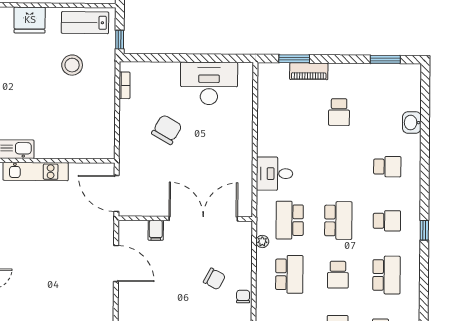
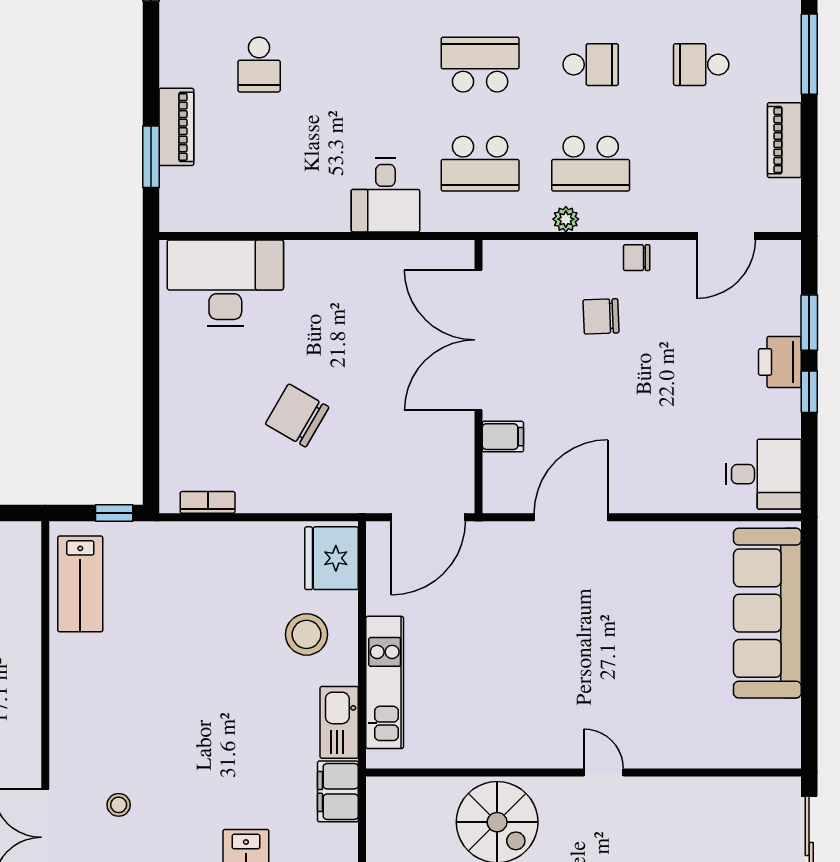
fridge: (30, 20) -> (332, 558), moved, turned 180
stool: (72, 65) -> (307, 634), moved
desk: (209, 83) -> (225, 283), moved, turned 90
school desk: (339, 112) -> (259, 65), turned 90
plant: (262, 241) -> (566, 219), moved
school desk: (289, 274) -> (591, 164), turned 180
chair: (214, 279) -> (601, 316), turned -120

